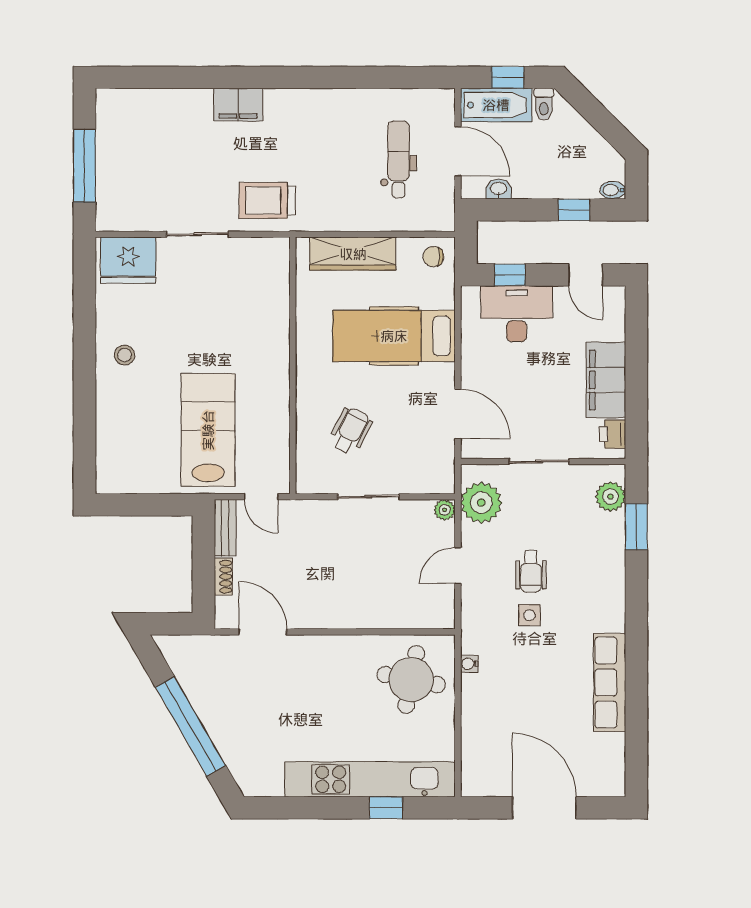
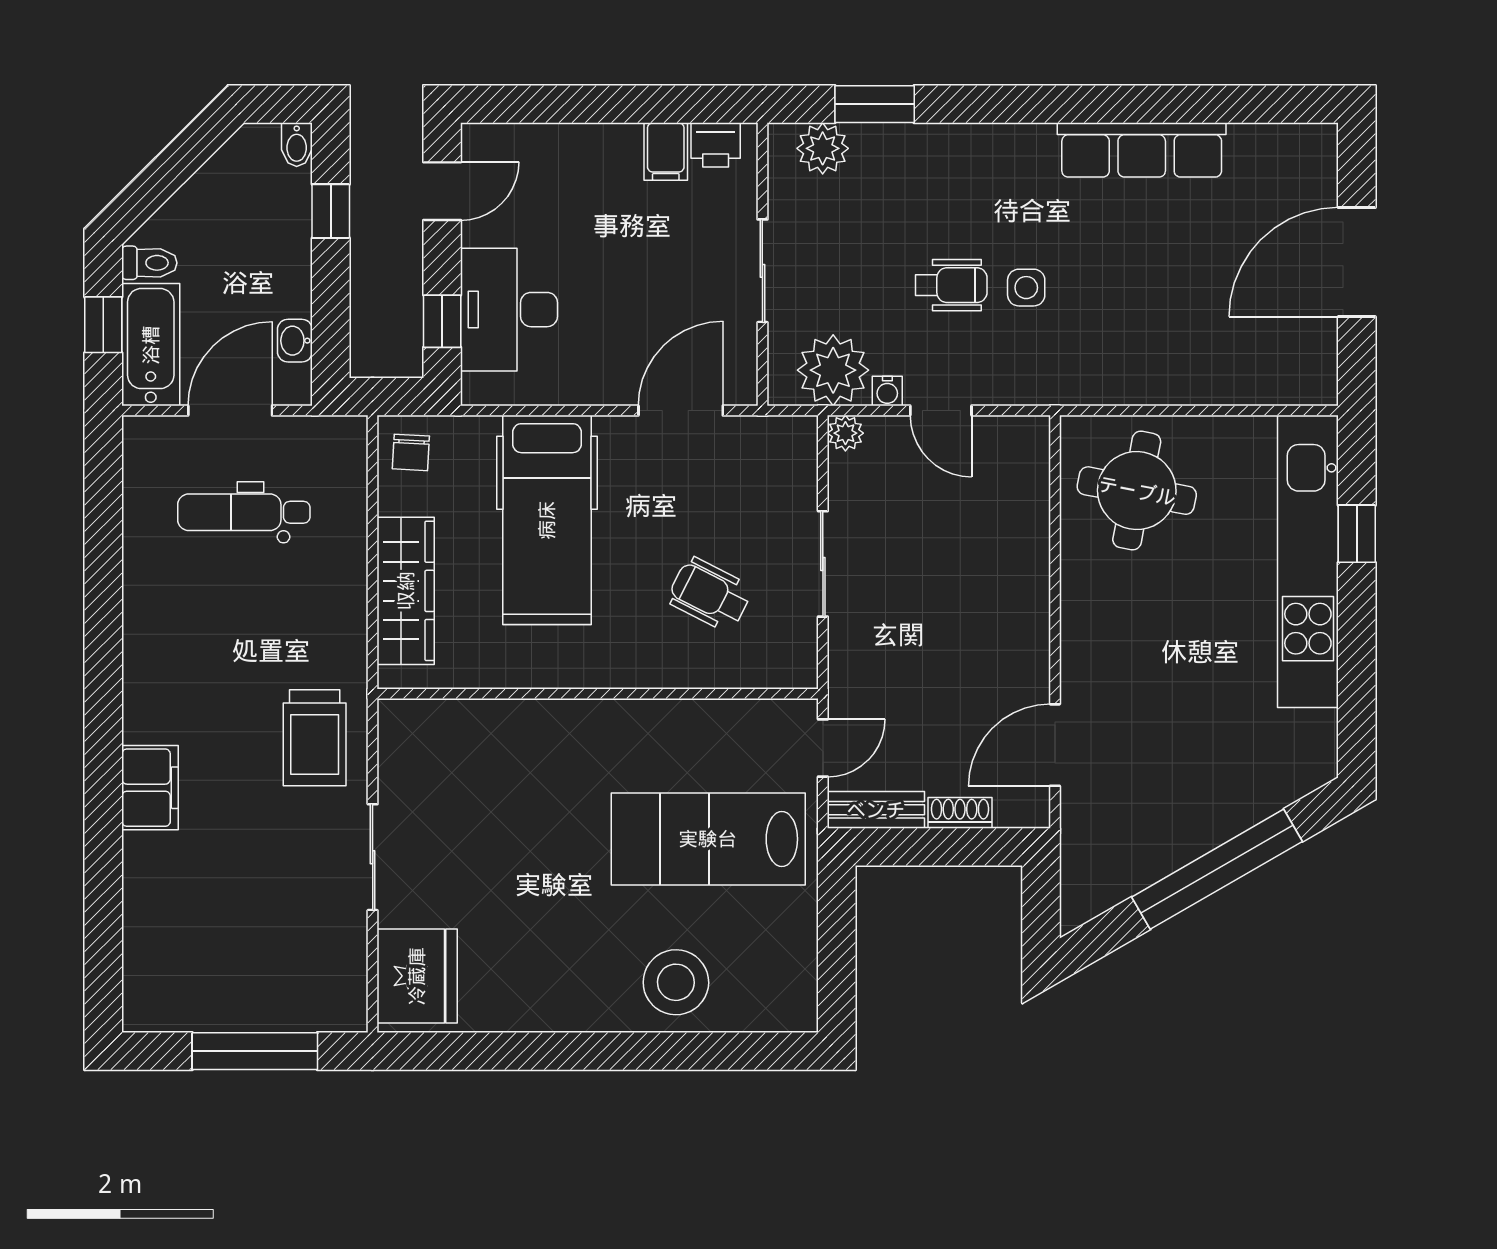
stool: (125, 355) -> (676, 982), moved, width x1.89, depth x1.89
filing cabinet: (606, 380) -> (666, 151), width x0.33, depth x0.86
water cooler: (469, 664) -> (887, 391), moved

